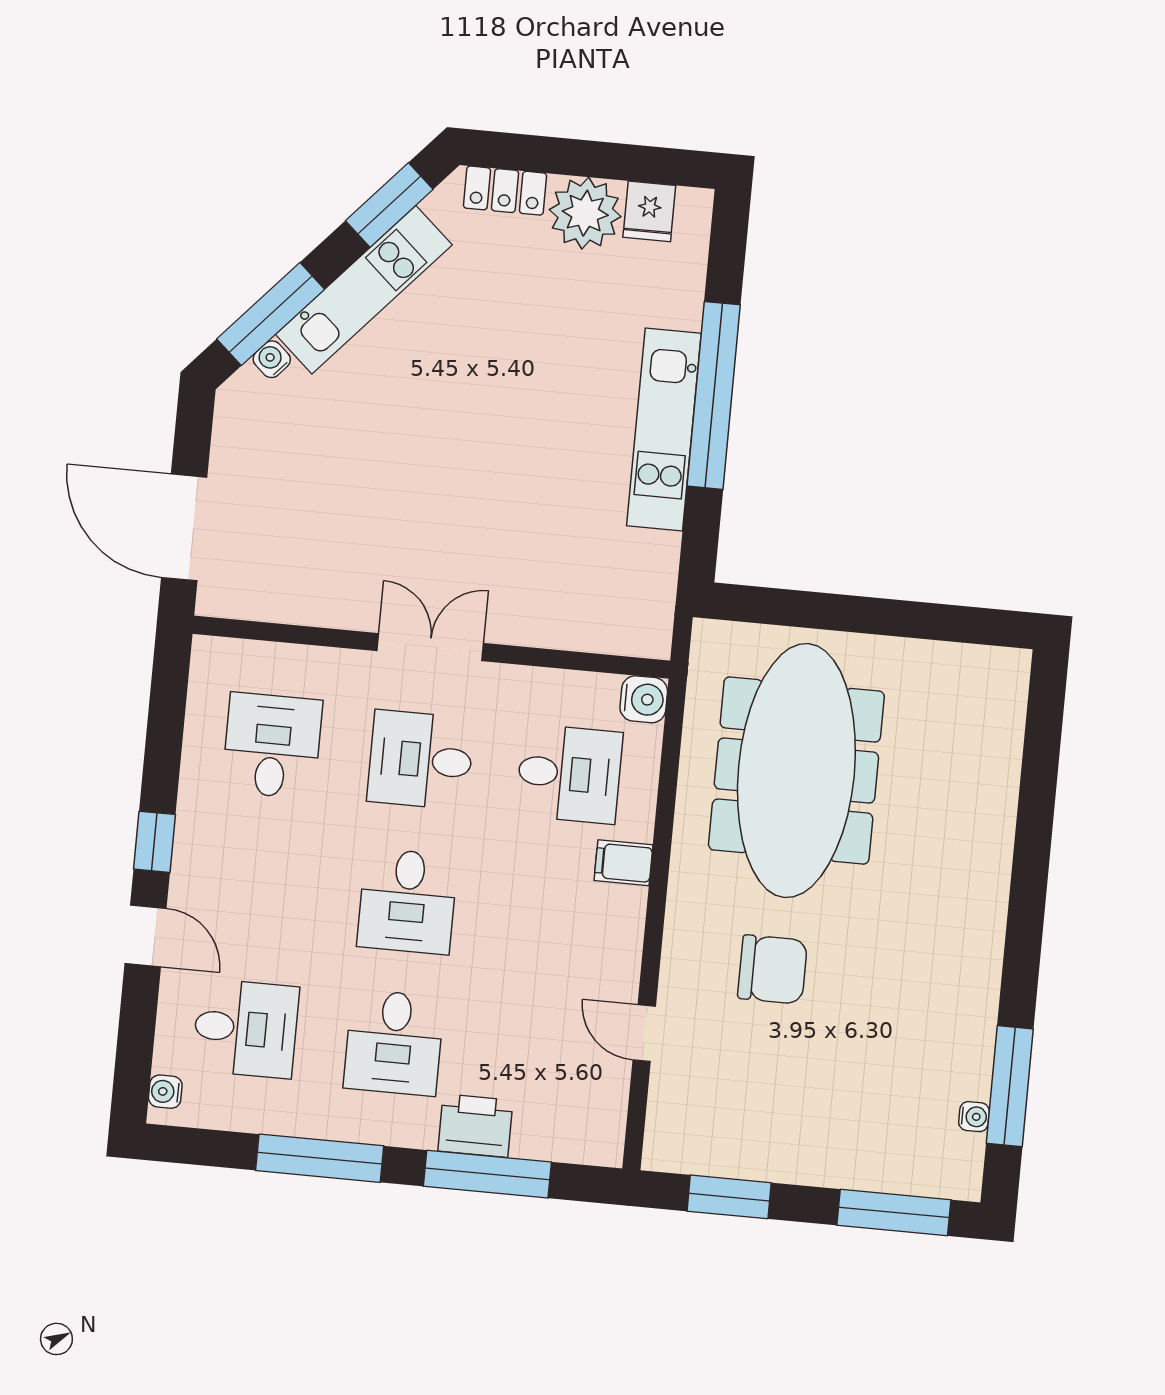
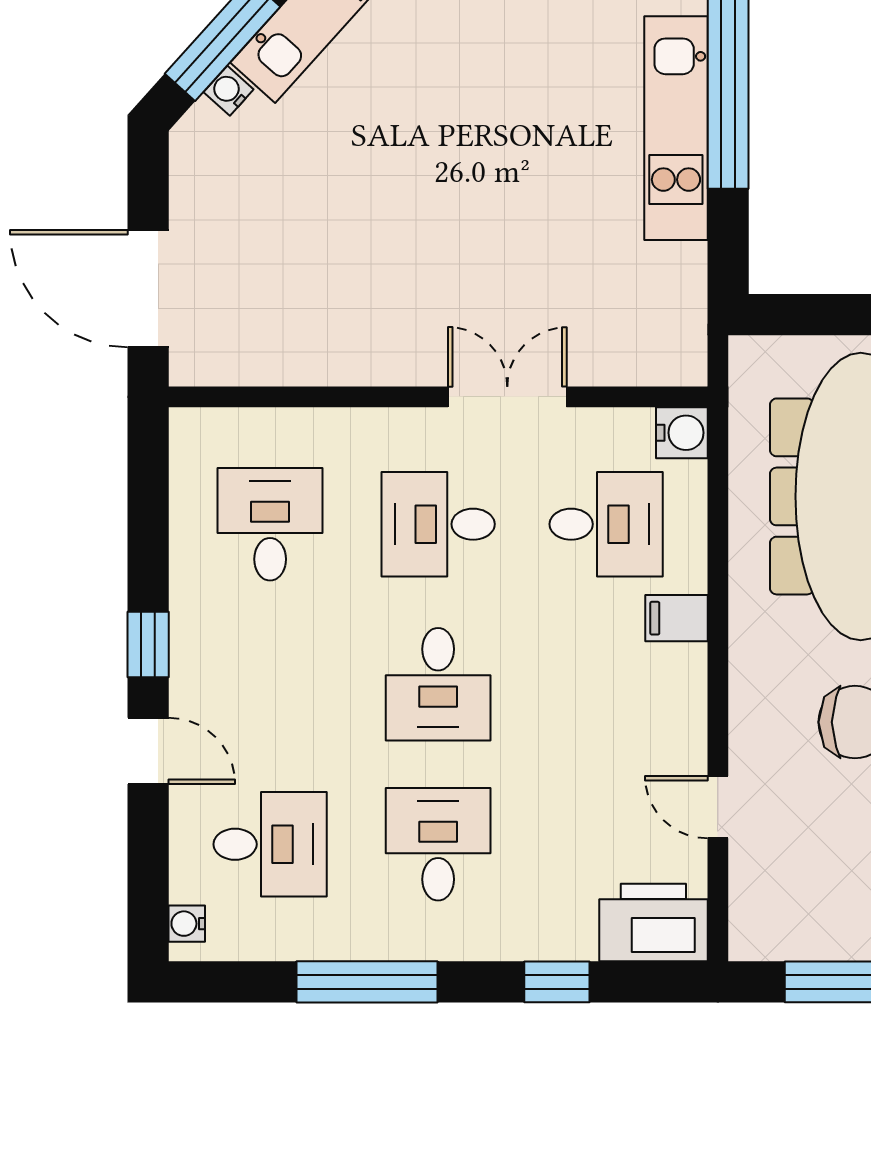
double door: (430, 647) -> (507, 397), moved
desk: (394, 1043) -> (438, 844), turned 180
printer: (475, 1126) -> (653, 922), moved, width x1.37, depth x1.19
window: (487, 1174) -> (557, 982), width x0.46

